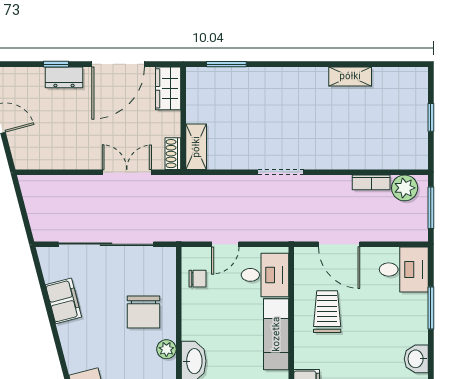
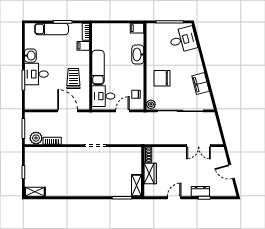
door: (118, 64) -> (174, 198), width x0.53
shelving: (350, 76) -> (35, 192), moved
wardrobe: (168, 88) -> (150, 174), moved
shelving: (196, 147) -> (137, 185), moved
double door: (127, 172) -> (199, 146), moved
desk: (404, 269) -> (36, 74), moved
chair: (144, 312) -> (162, 78), turned -90
trolley: (327, 312) -> (73, 78), turned 180
plant: (166, 349) -> (151, 104), moved

